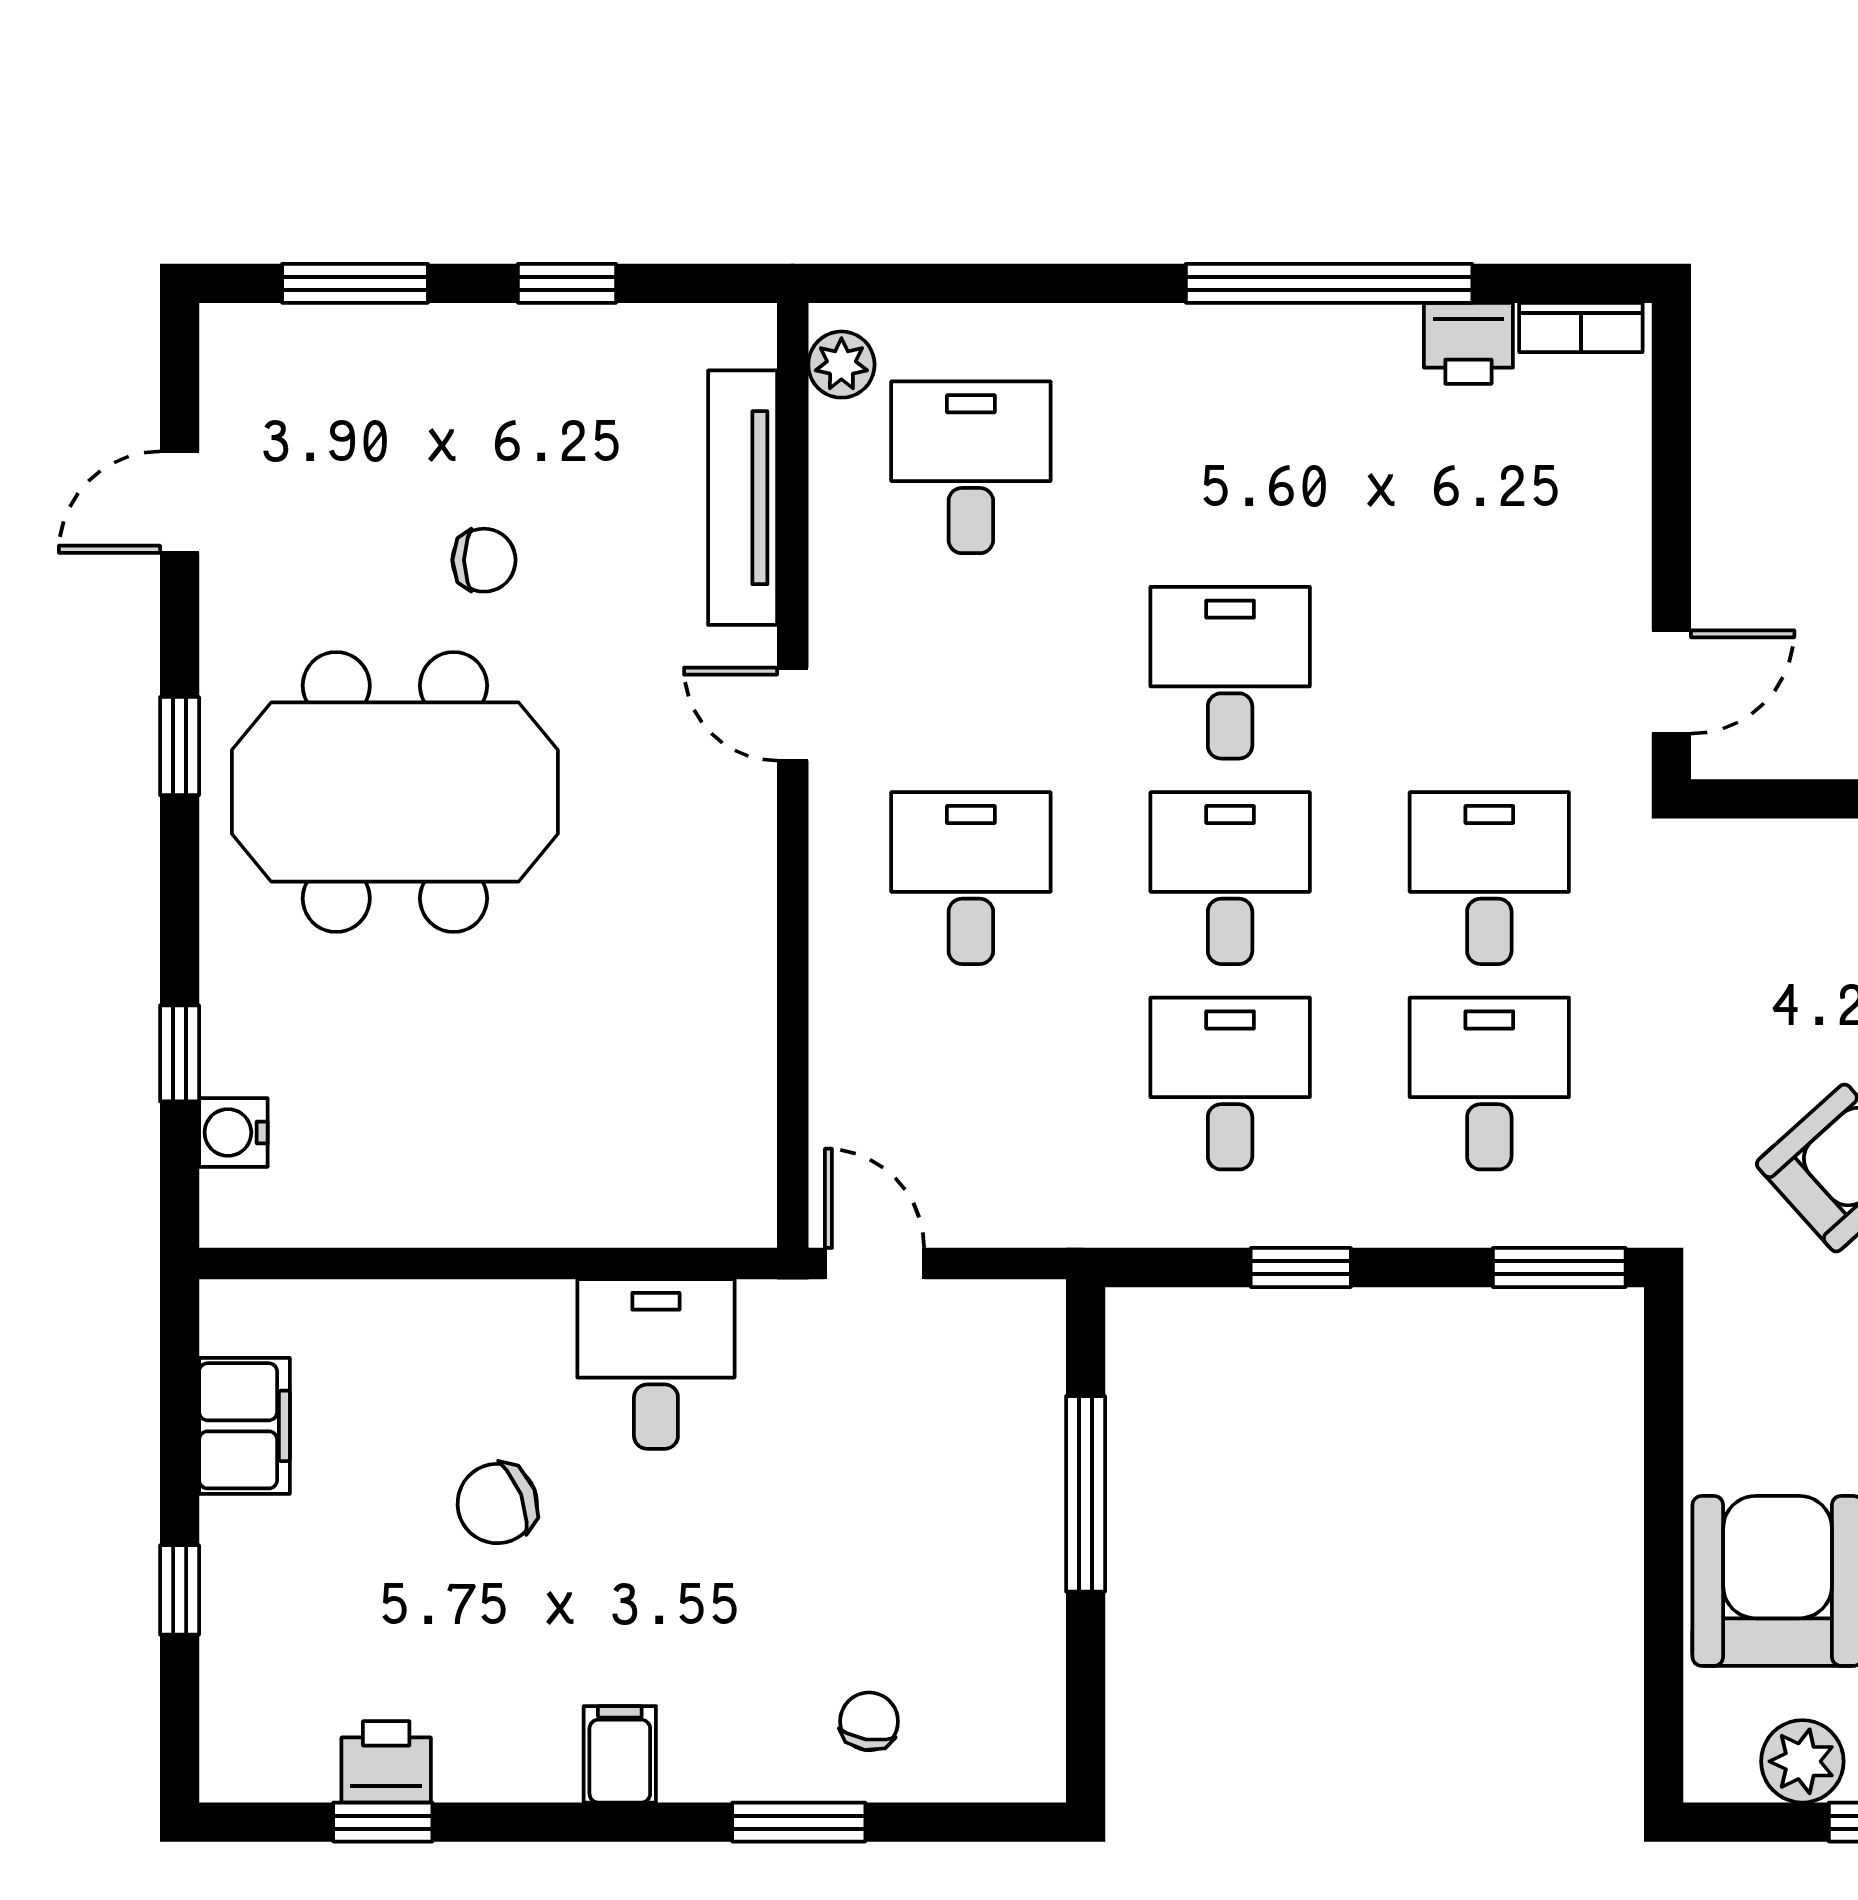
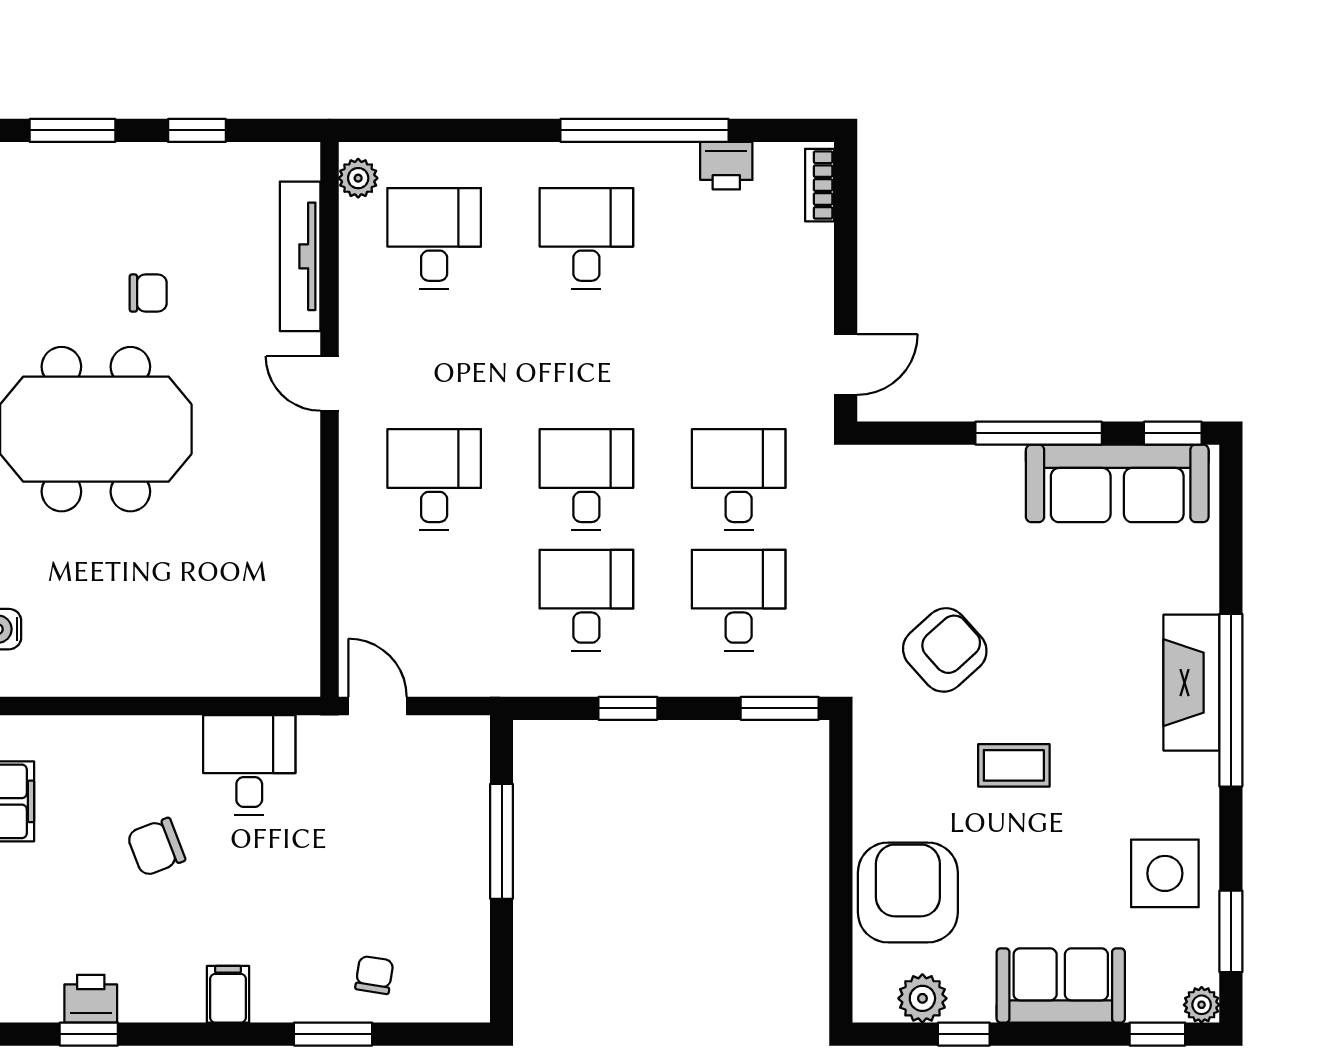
bookcase: (1581, 328) -> (820, 185), moved, turned 90
desk: (1230, 673) -> (586, 238), moved

